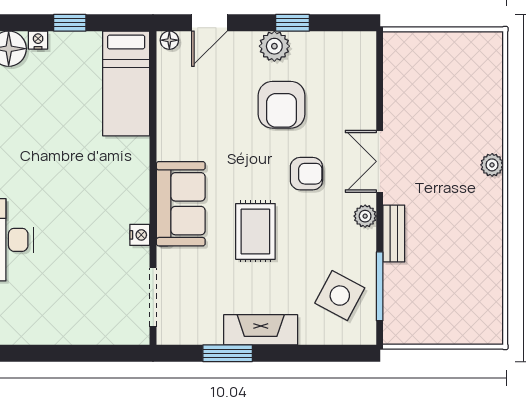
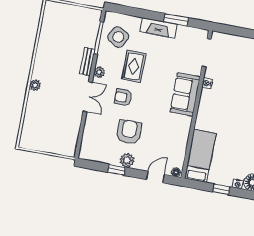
rug: (255, 231) -> (134, 66), moved

